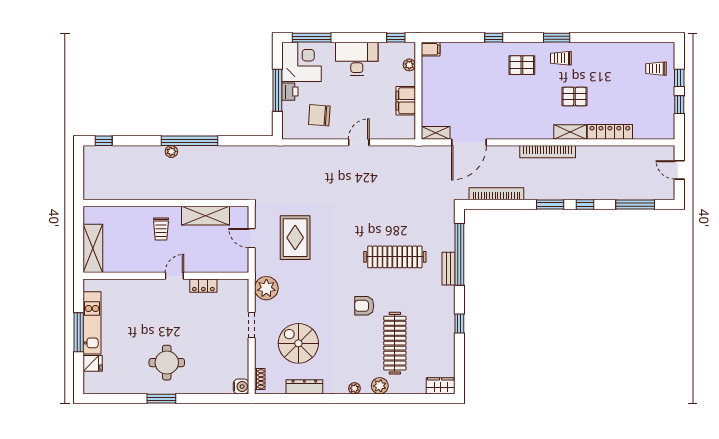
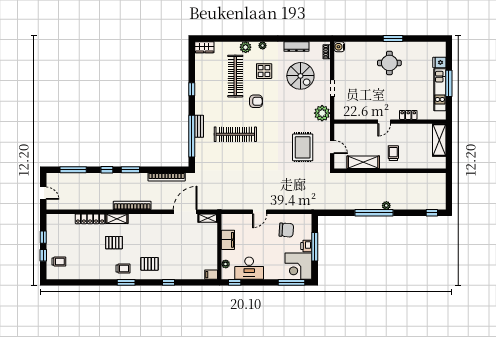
desk: (357, 59) -> (249, 268), moved
locker: (203, 286) -> (408, 115), moved
display table: (352, 351) -> (264, 71), added

